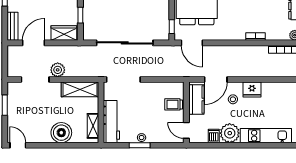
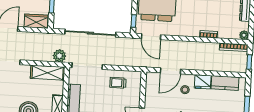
plant: (58, 70) -> (59, 56), moved
kitchen counter: (196, 100) -> (225, 83), moved, turned 90
trolley: (174, 104) -> (118, 83), moved

